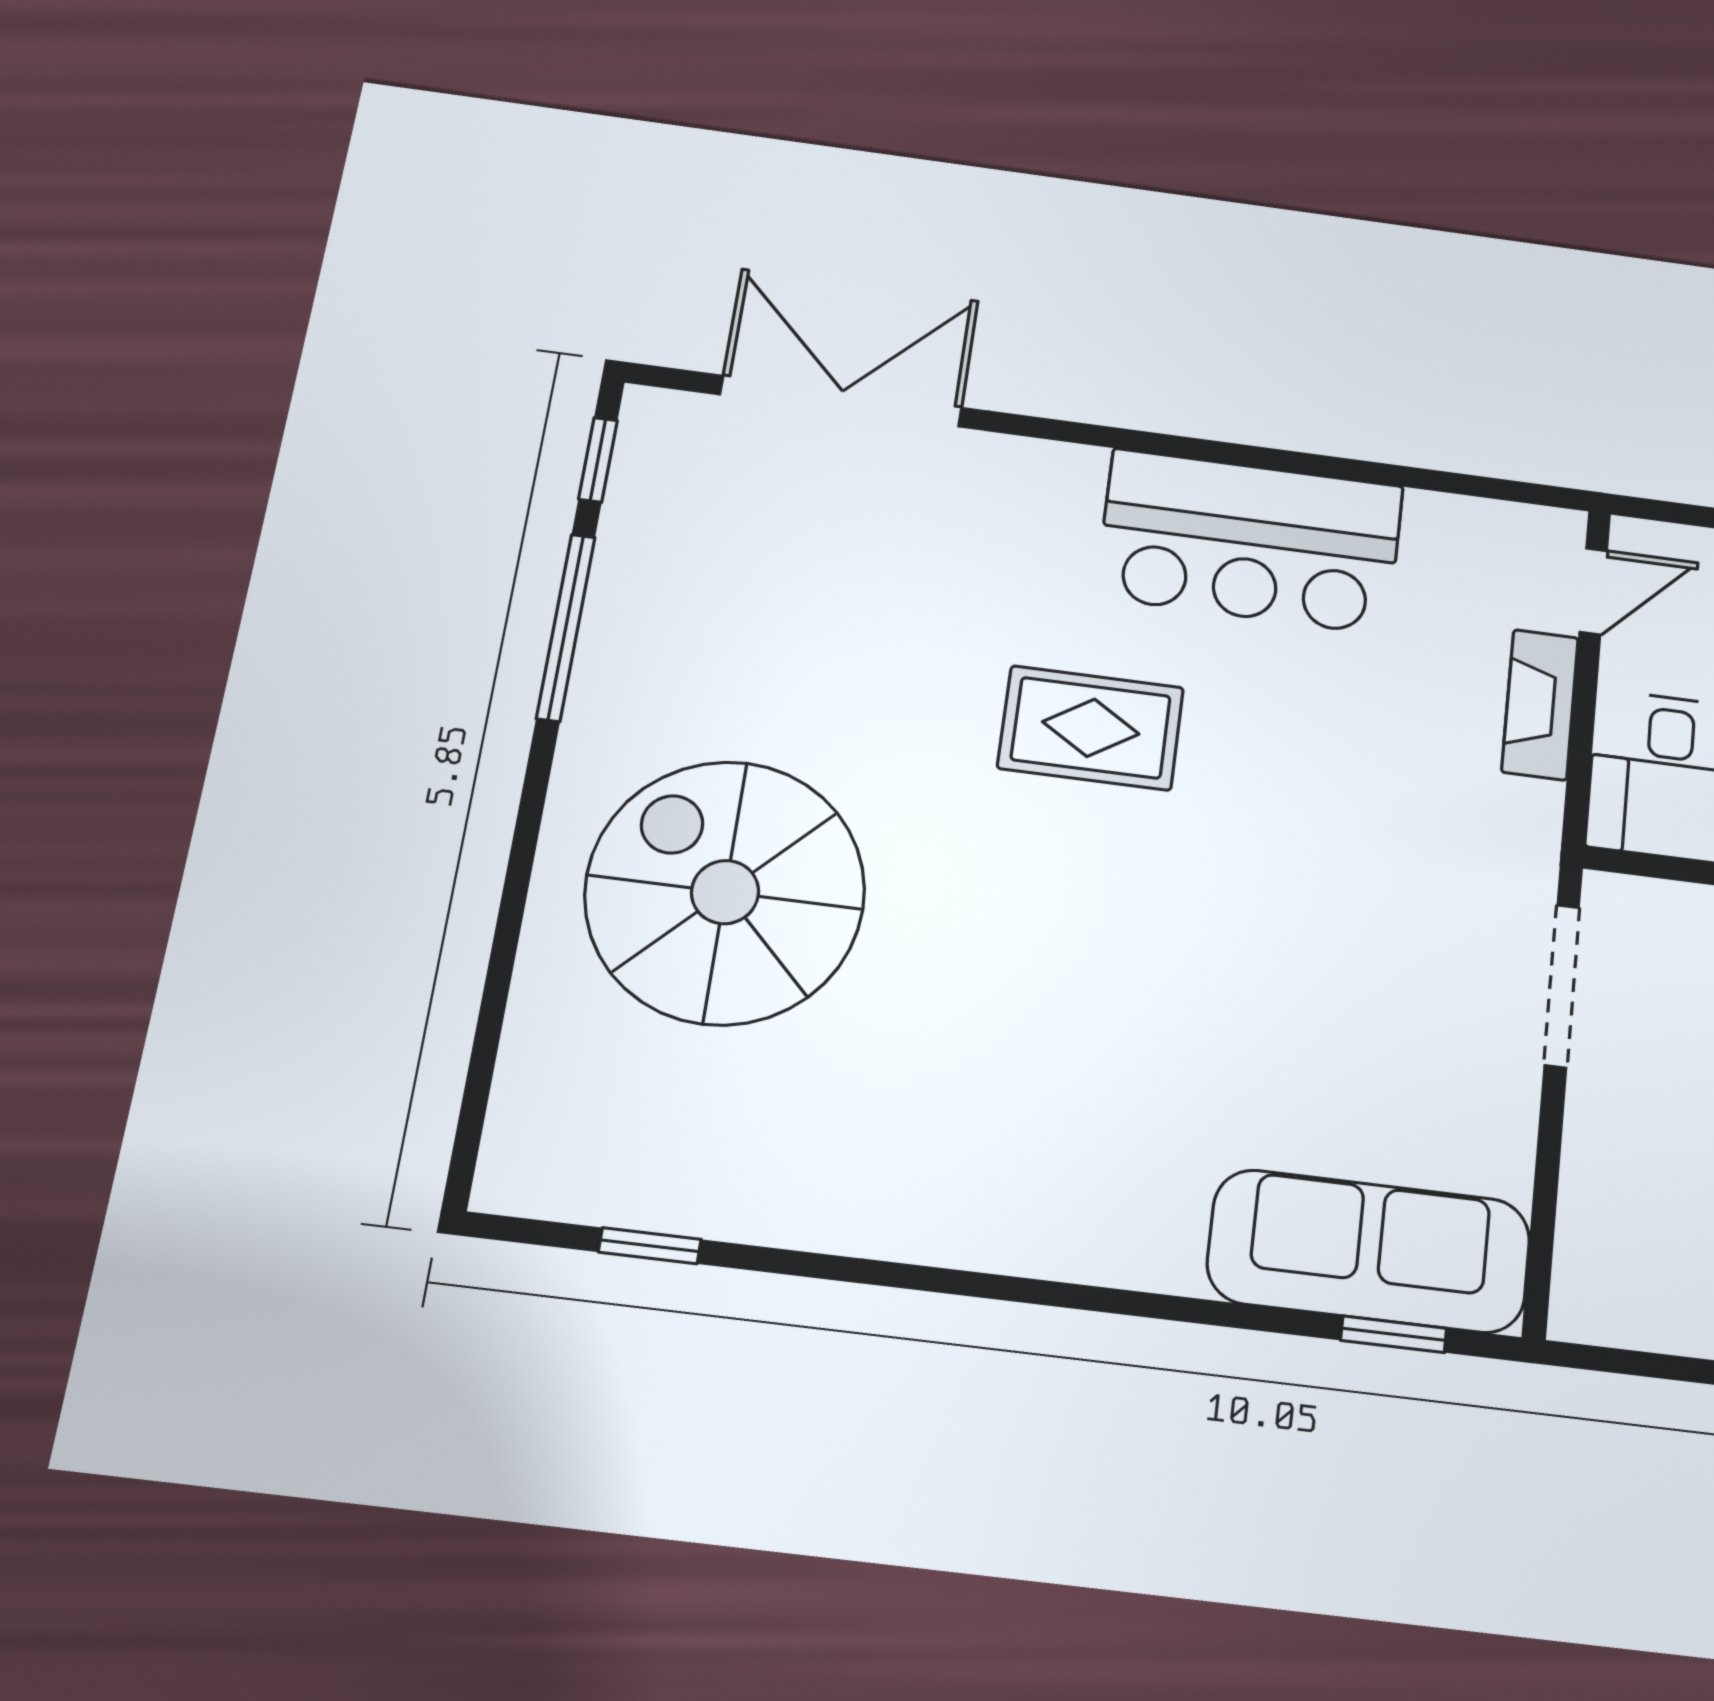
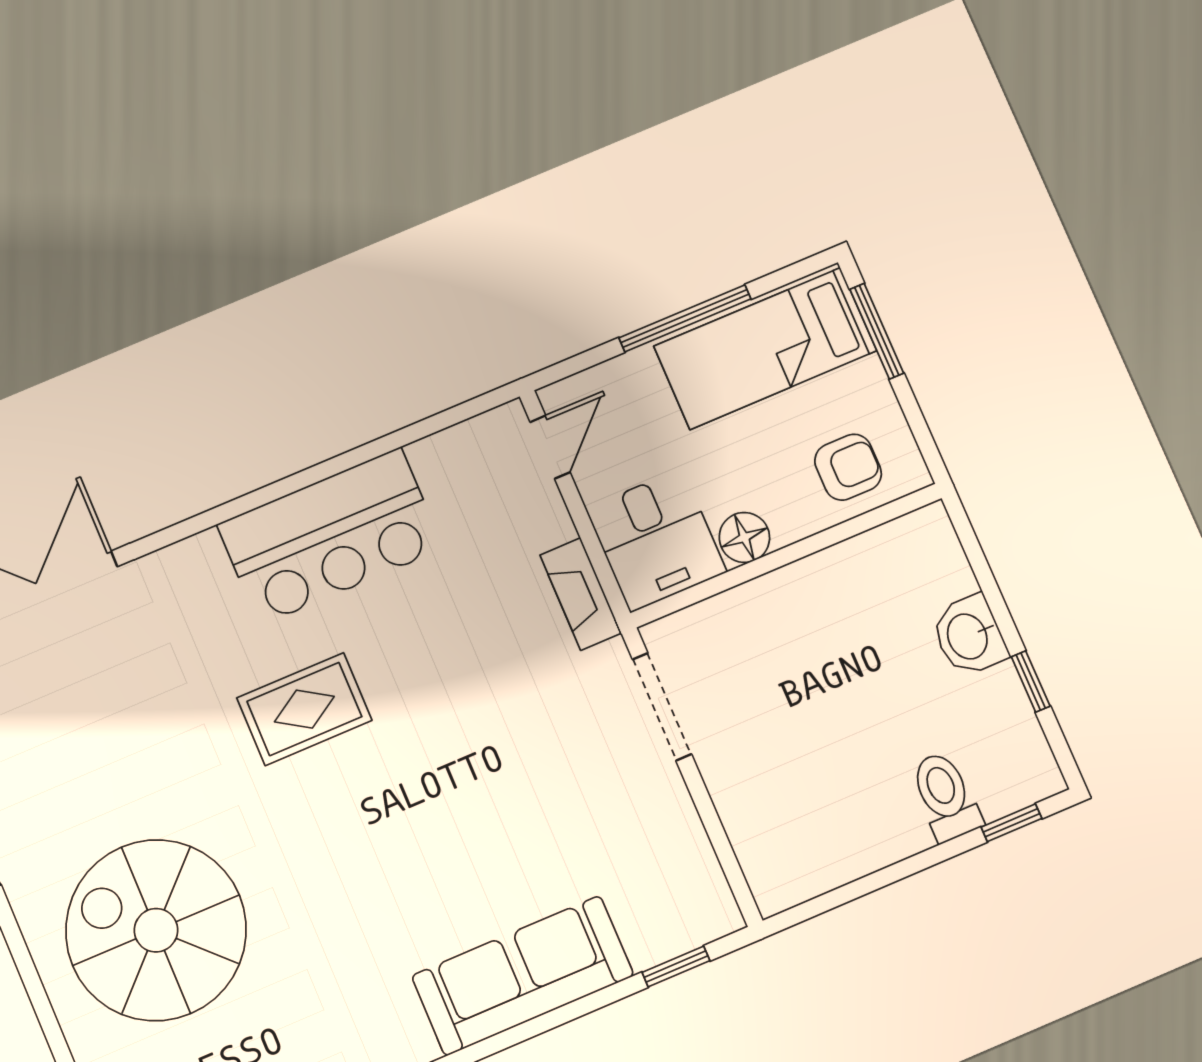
fireplace: (1540, 705) -> (581, 594), moved
sofa: (1369, 1251) -> (523, 976), moved

